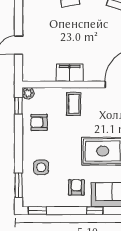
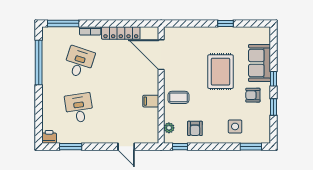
filing cabinet: (70, 73) -> (151, 101), width x0.50
plant: (28, 93) -> (169, 128), moved
window: (37, 211) -> (274, 107), moved

